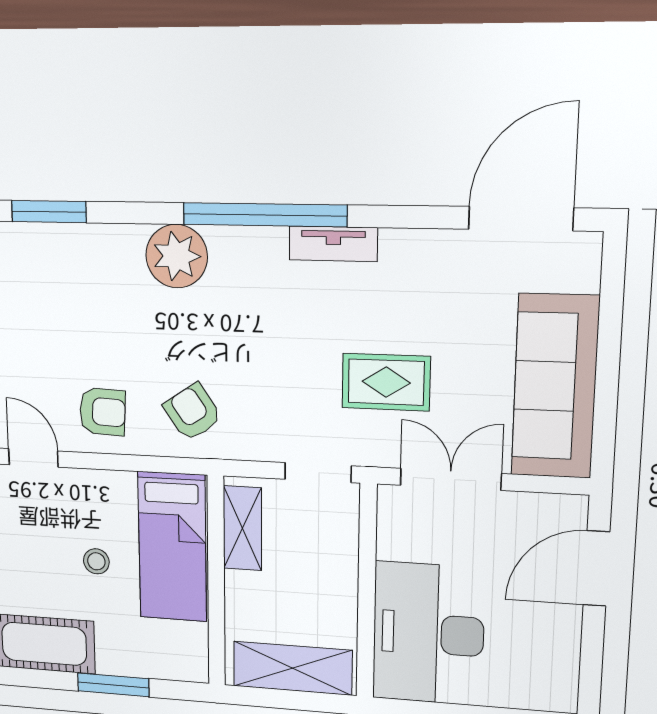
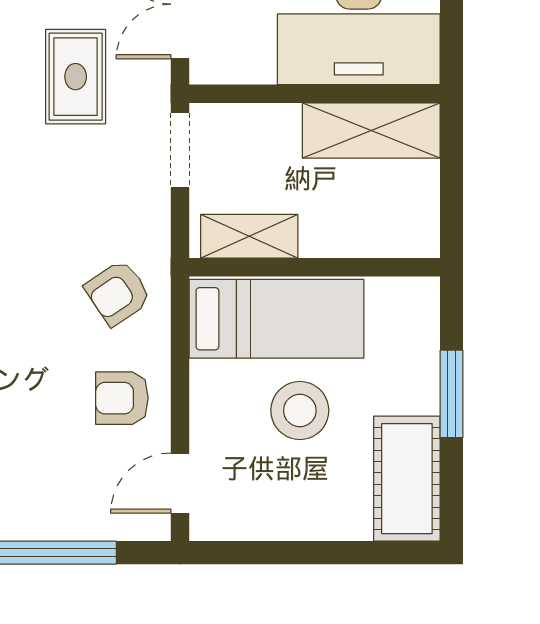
armchair: (102, 412) -> (122, 398), turned -93
stool: (96, 561) -> (300, 410), width x1.89, depth x1.89
shelving: (293, 668) -> (371, 131), moved, turned 90

